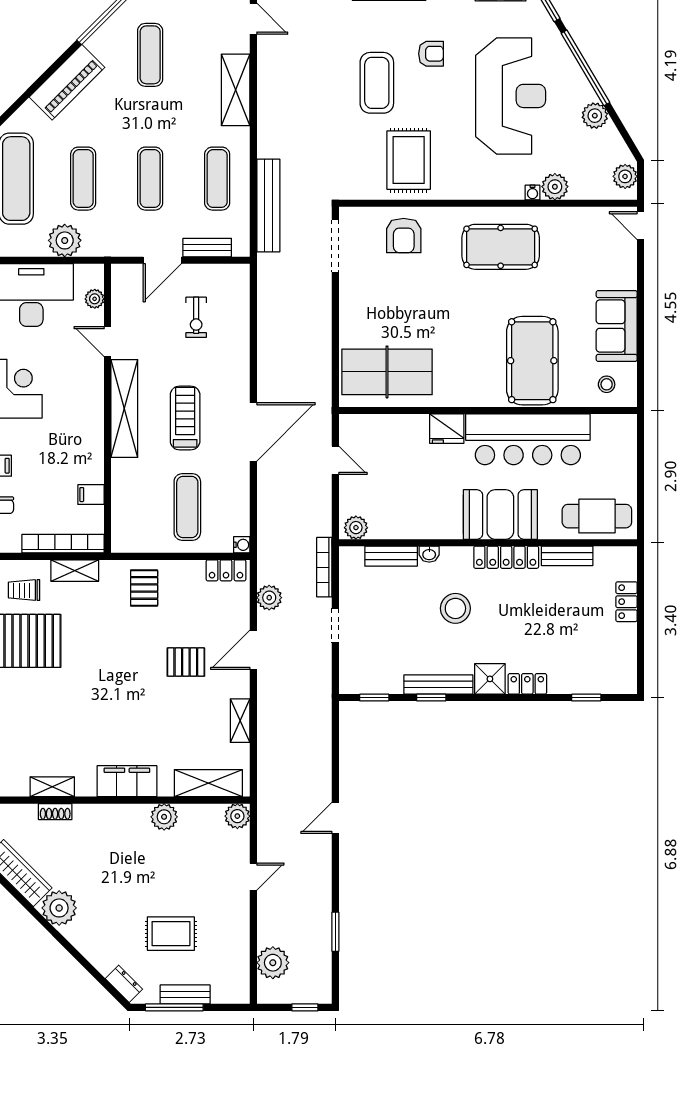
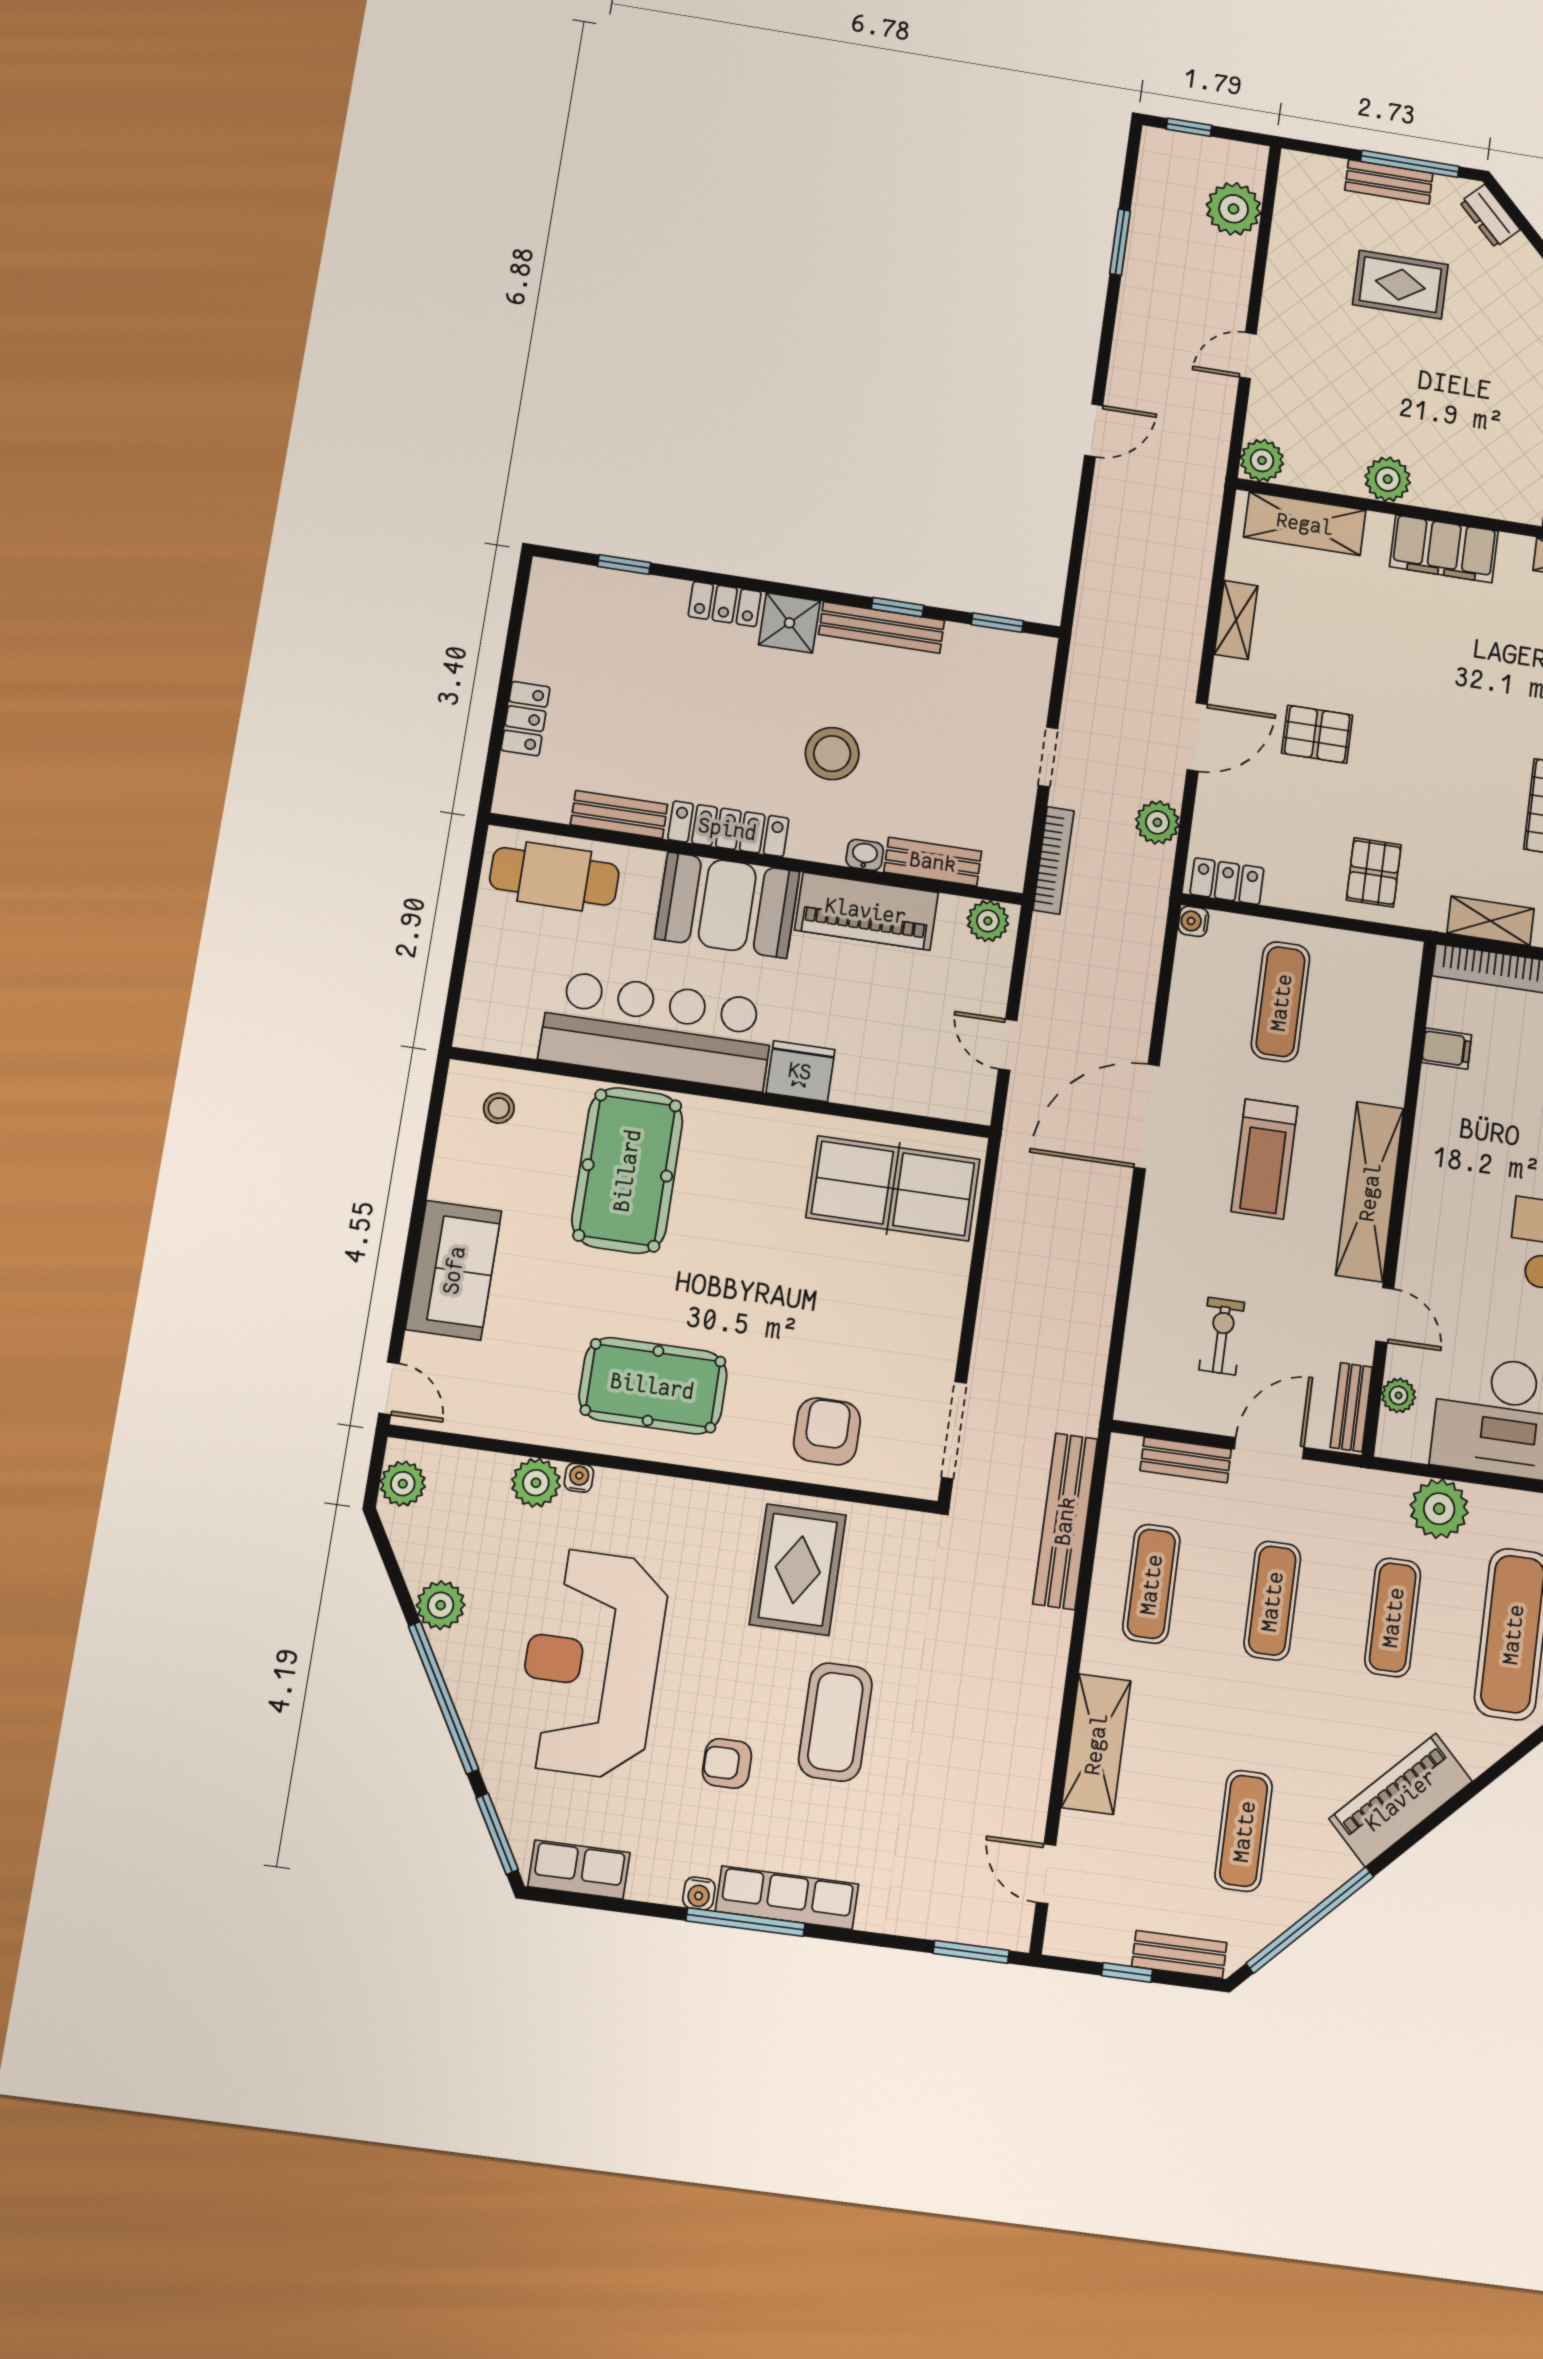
bench: (120, 289) -> (1351, 1407), added
sofa: (617, 326) -> (454, 1270), moved
piano: (424, 523) -> (866, 911), added

